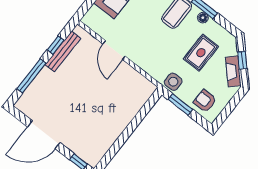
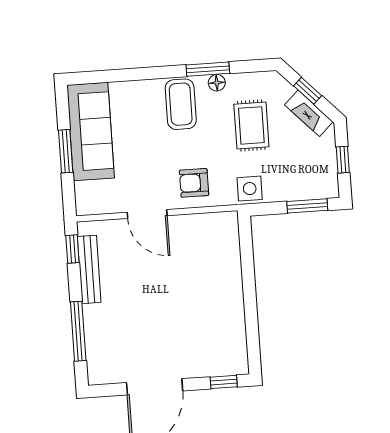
window: (56, 45) -> (72, 249), moved
armchair: (205, 101) -> (194, 183), moved
window: (180, 104) -> (307, 206), moved
window: (229, 108) -> (343, 160), added

